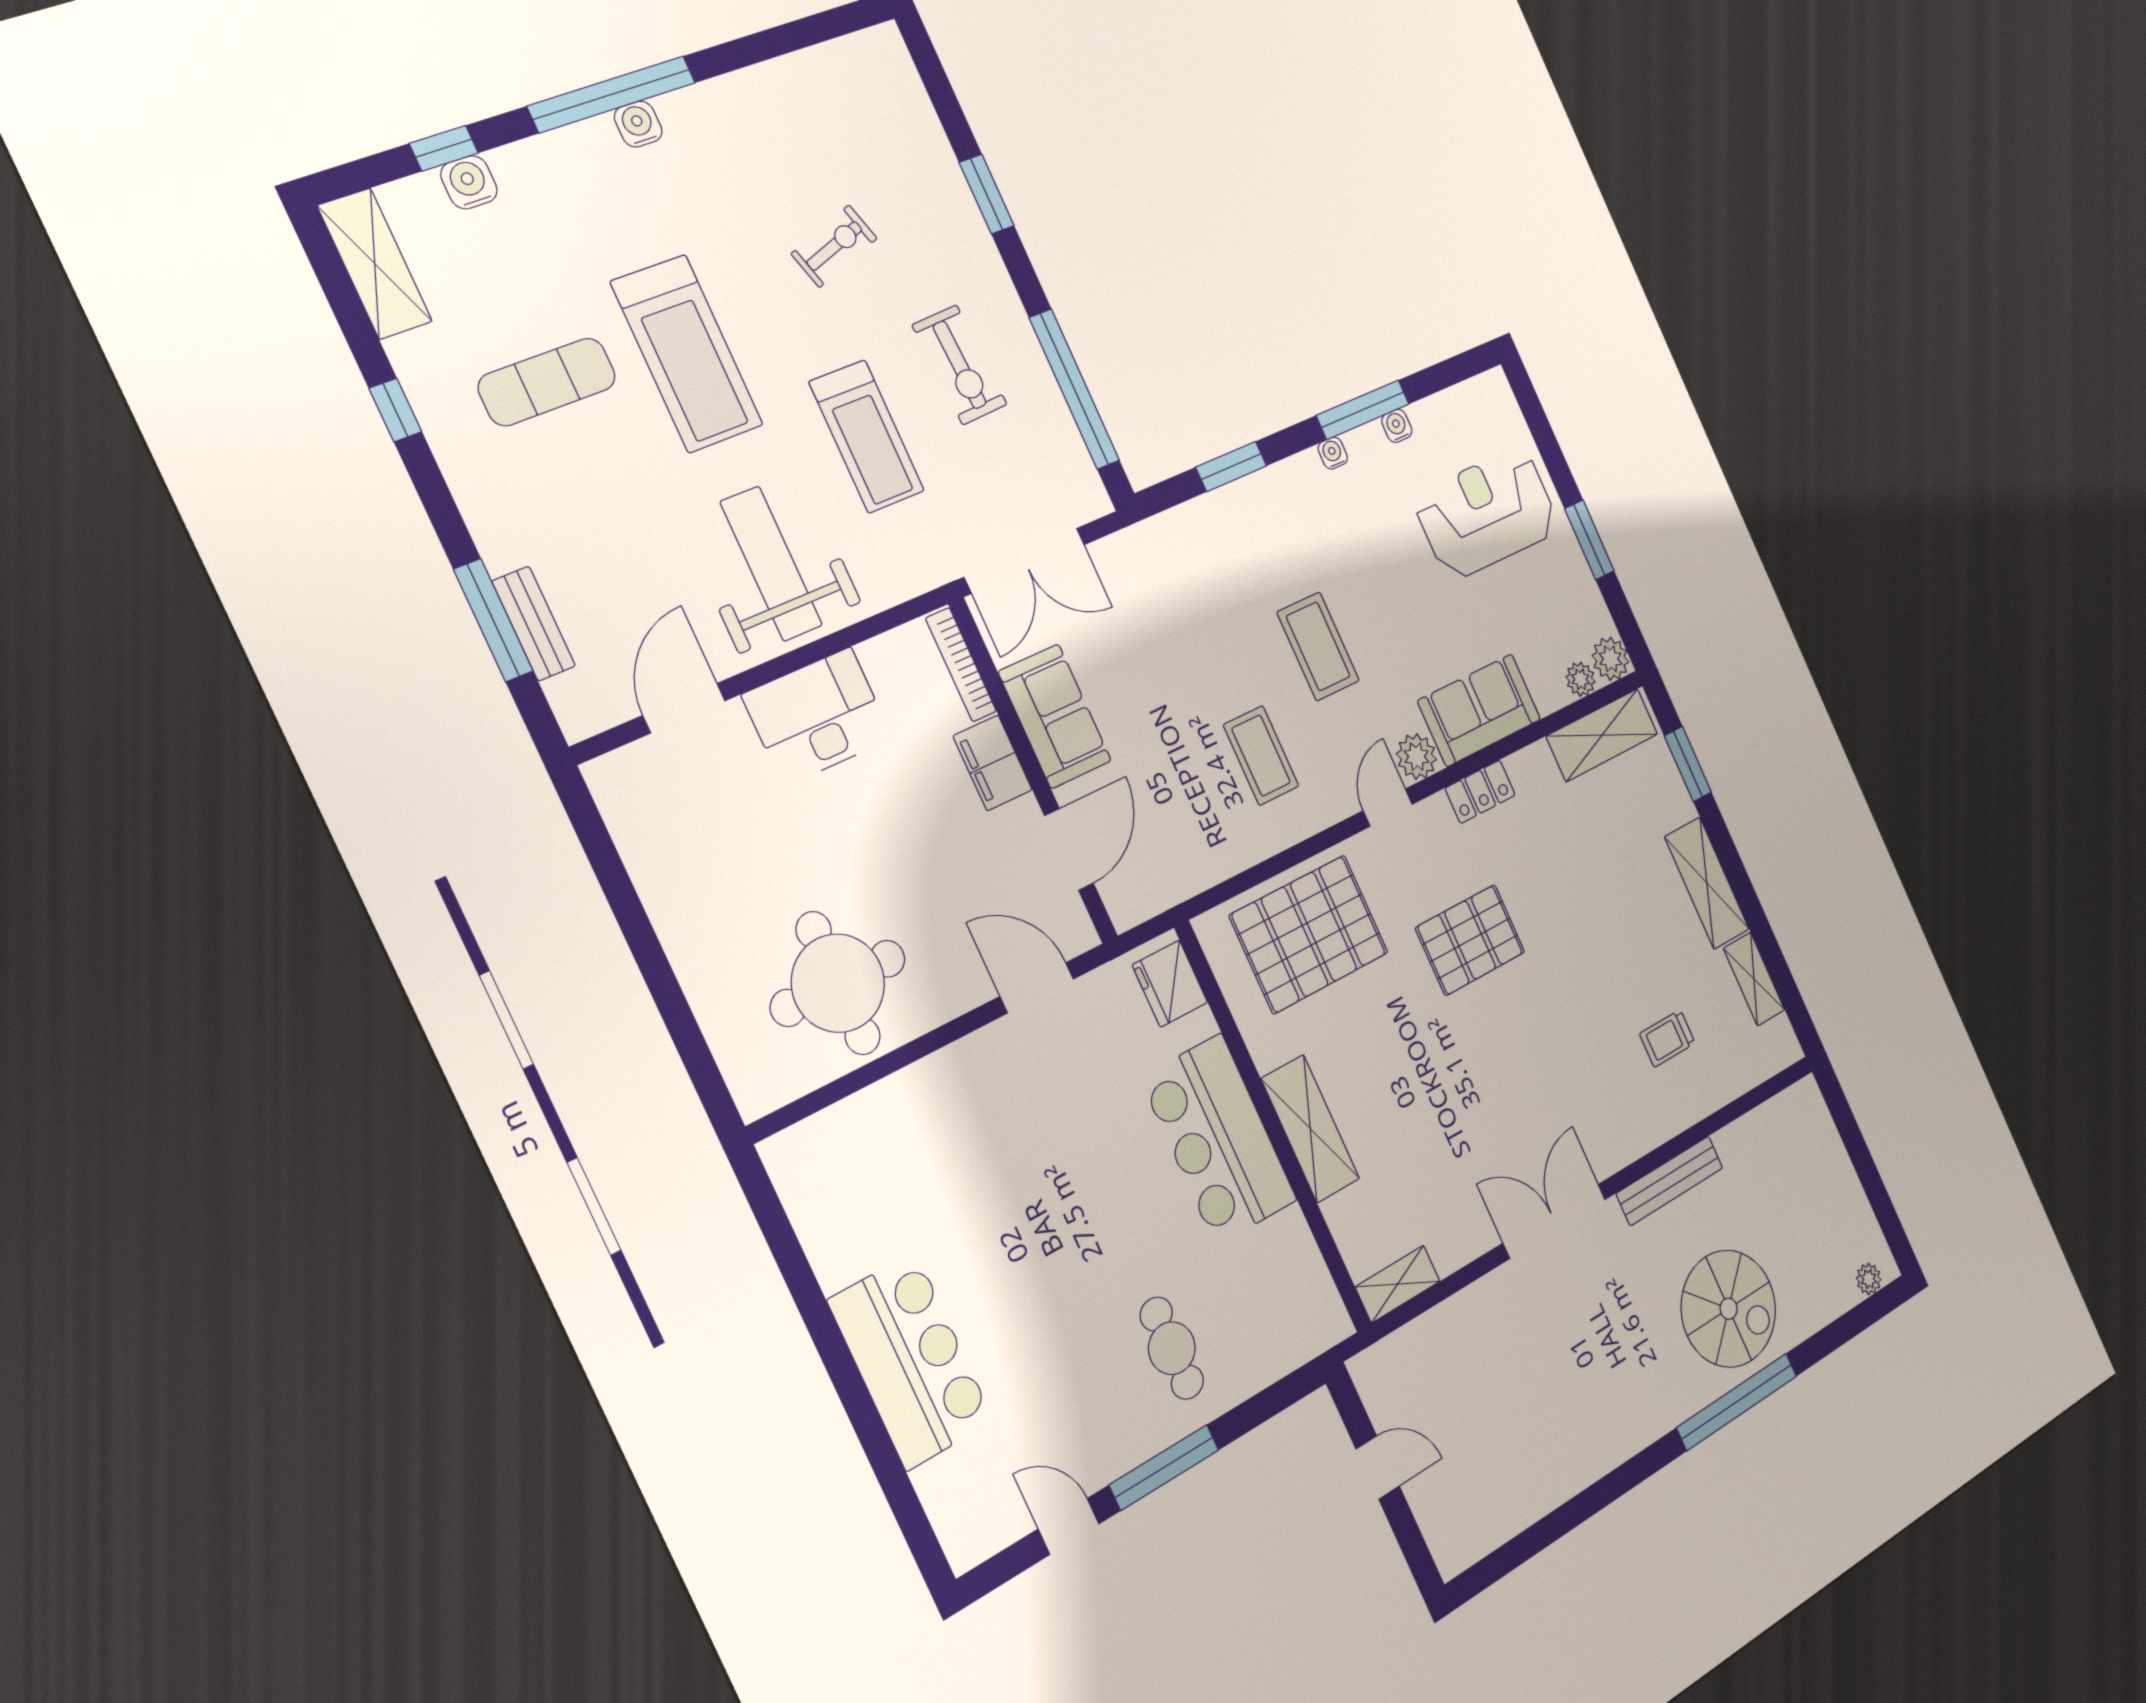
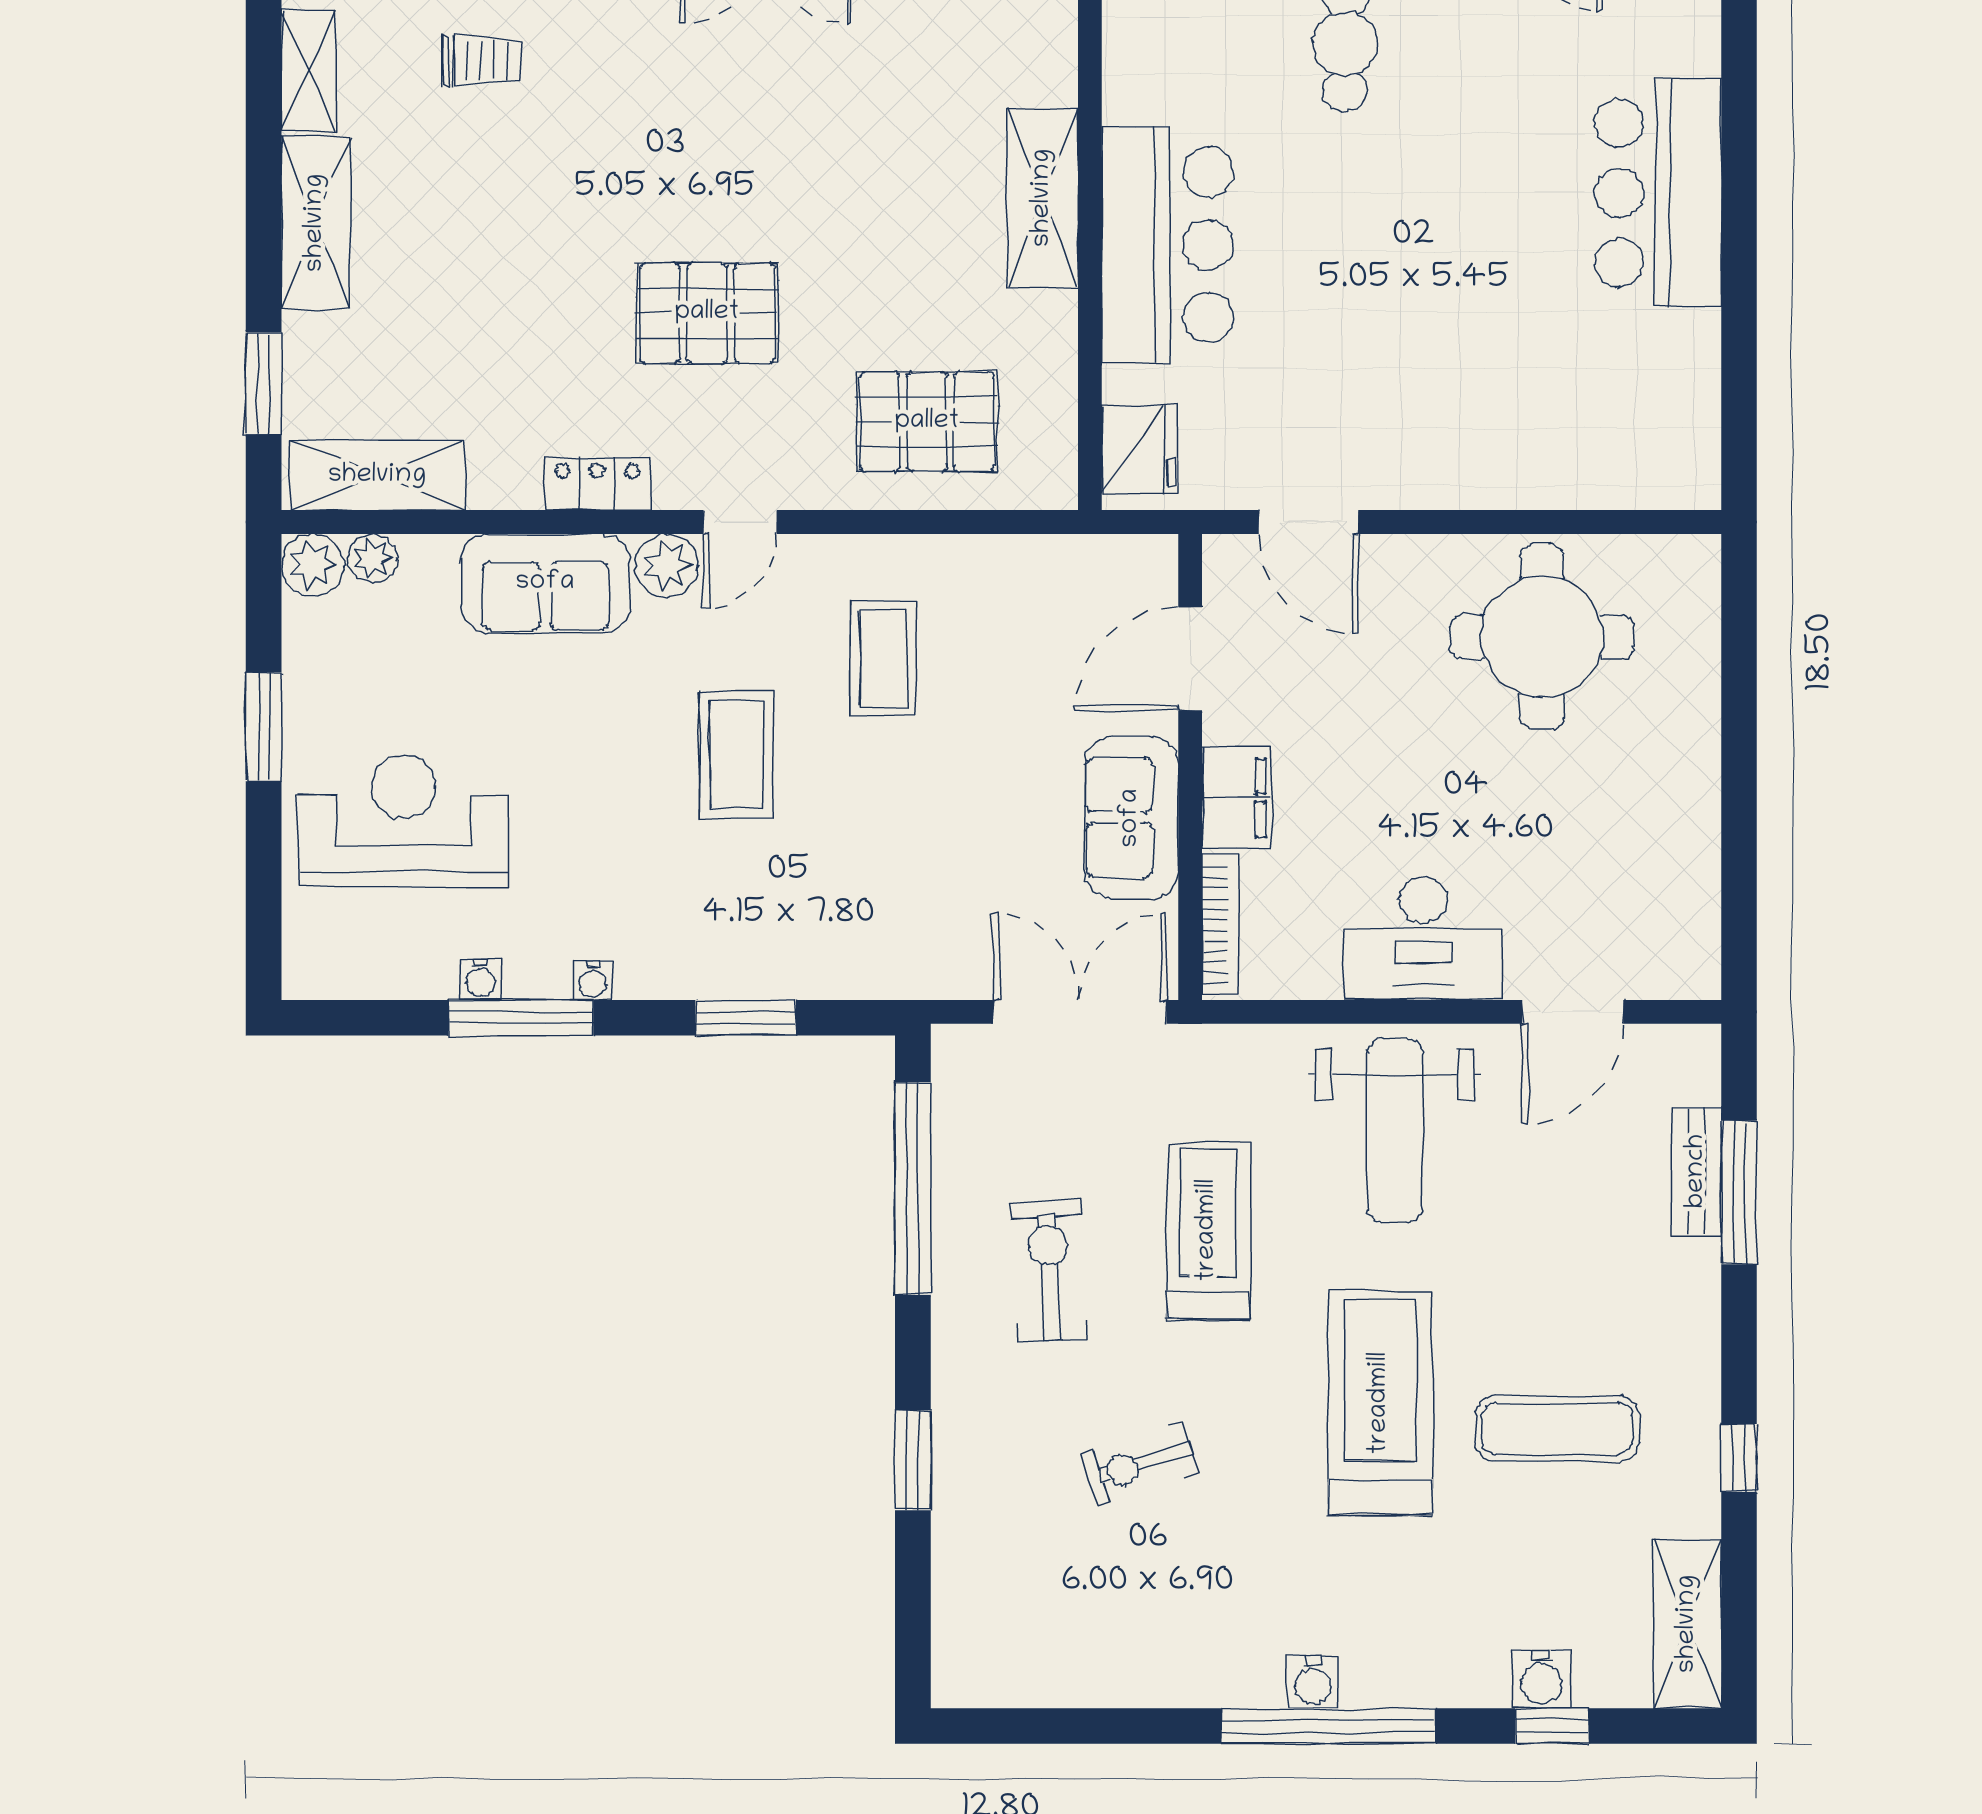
reception desk: (1487, 513) -> (404, 821), turned 180
pallet: (1309, 934) -> (927, 422), width x0.73, depth x0.71

